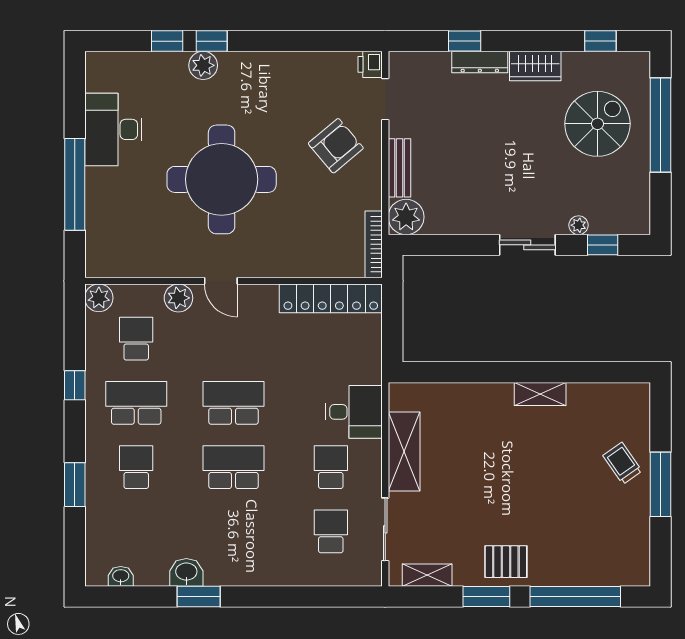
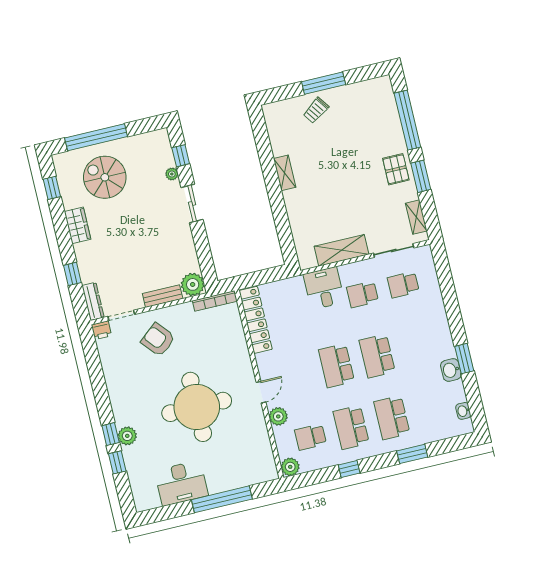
dresser: (480, 62) -> (93, 301), moved
school desk: (136, 467) -> (392, 418), width x1.85

